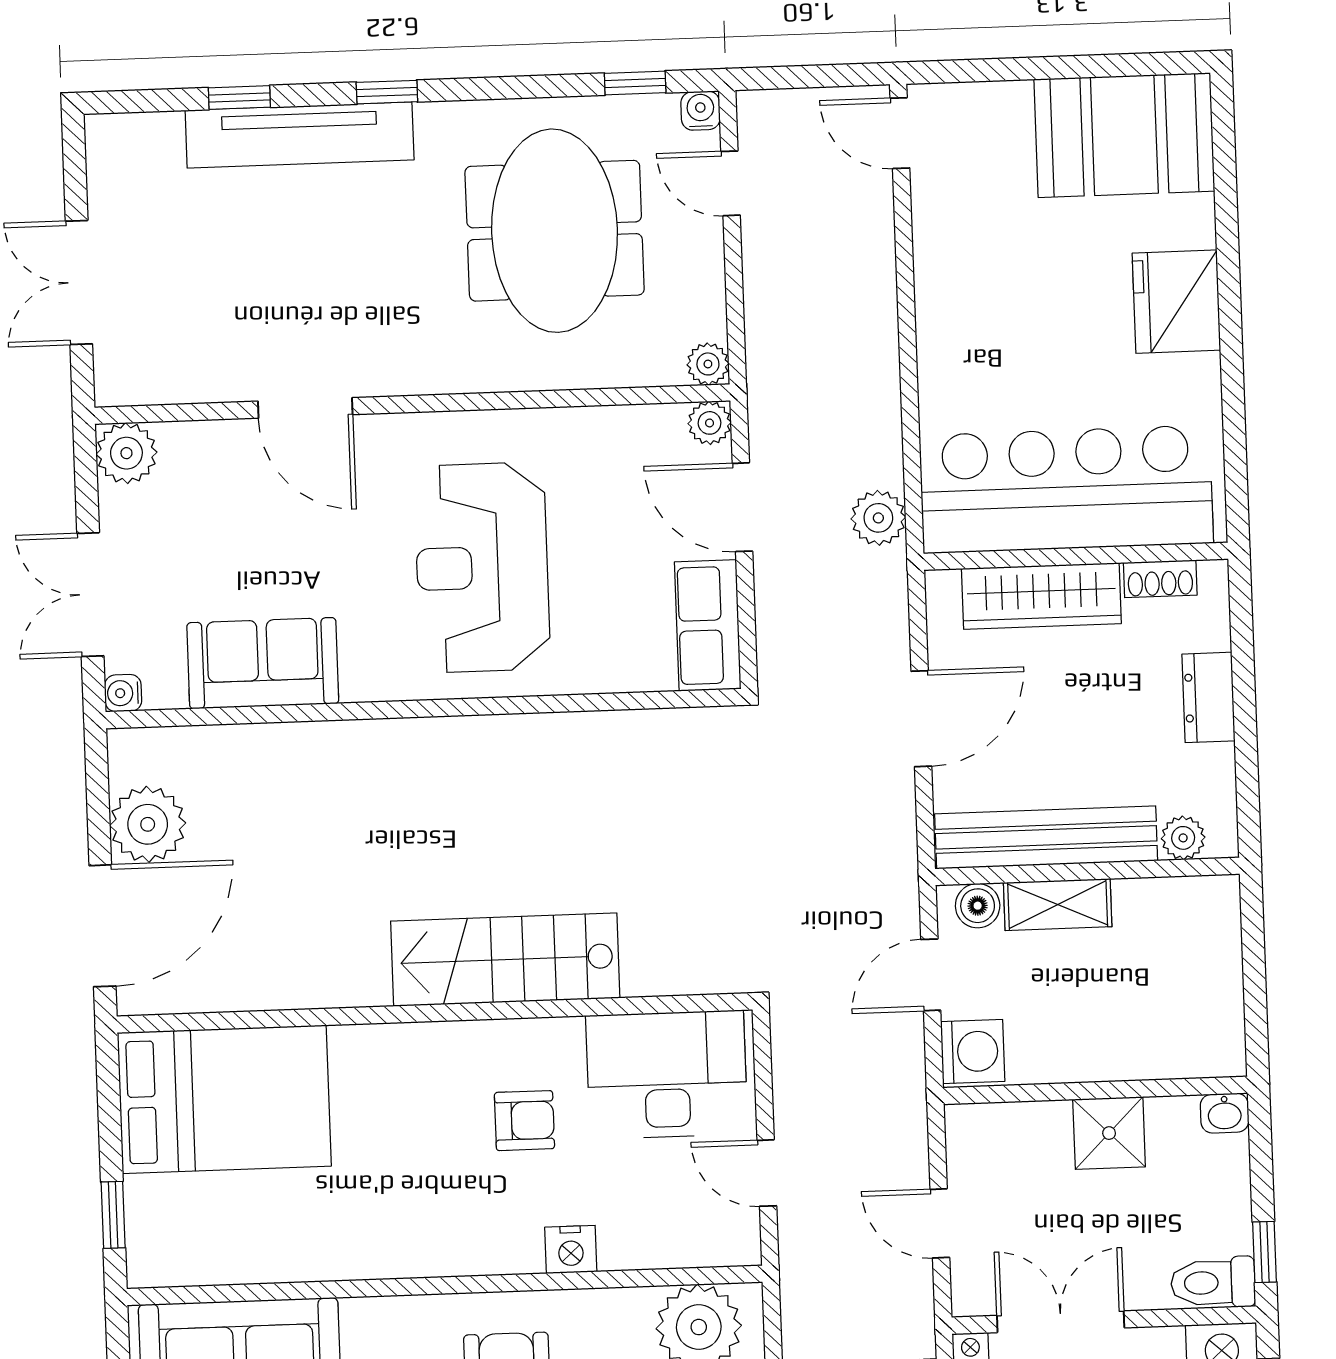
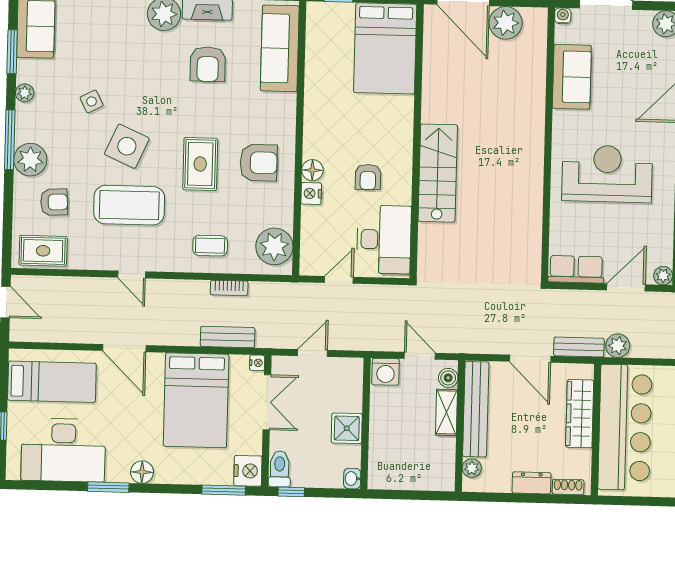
shoe rack: (1160, 579) -> (568, 487), moved, turned 90
bench: (887, 608) -> (579, 347), added
floor lamp: (517, 1250) -> (312, 170), added

